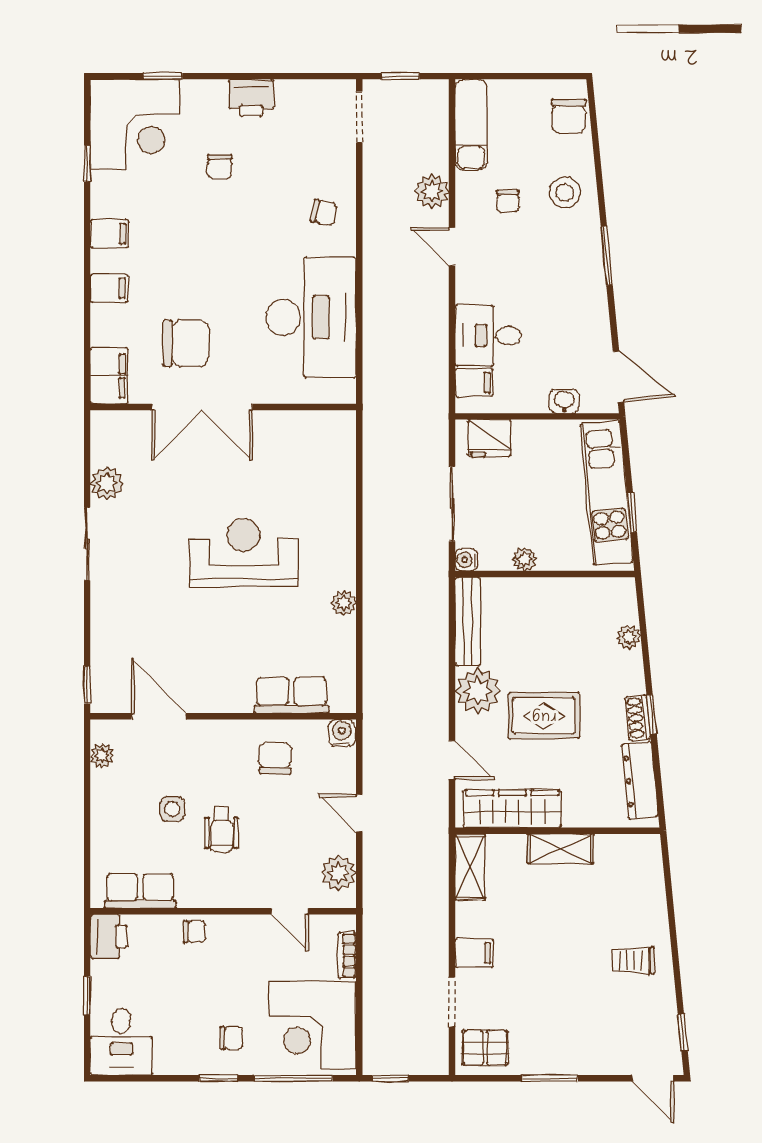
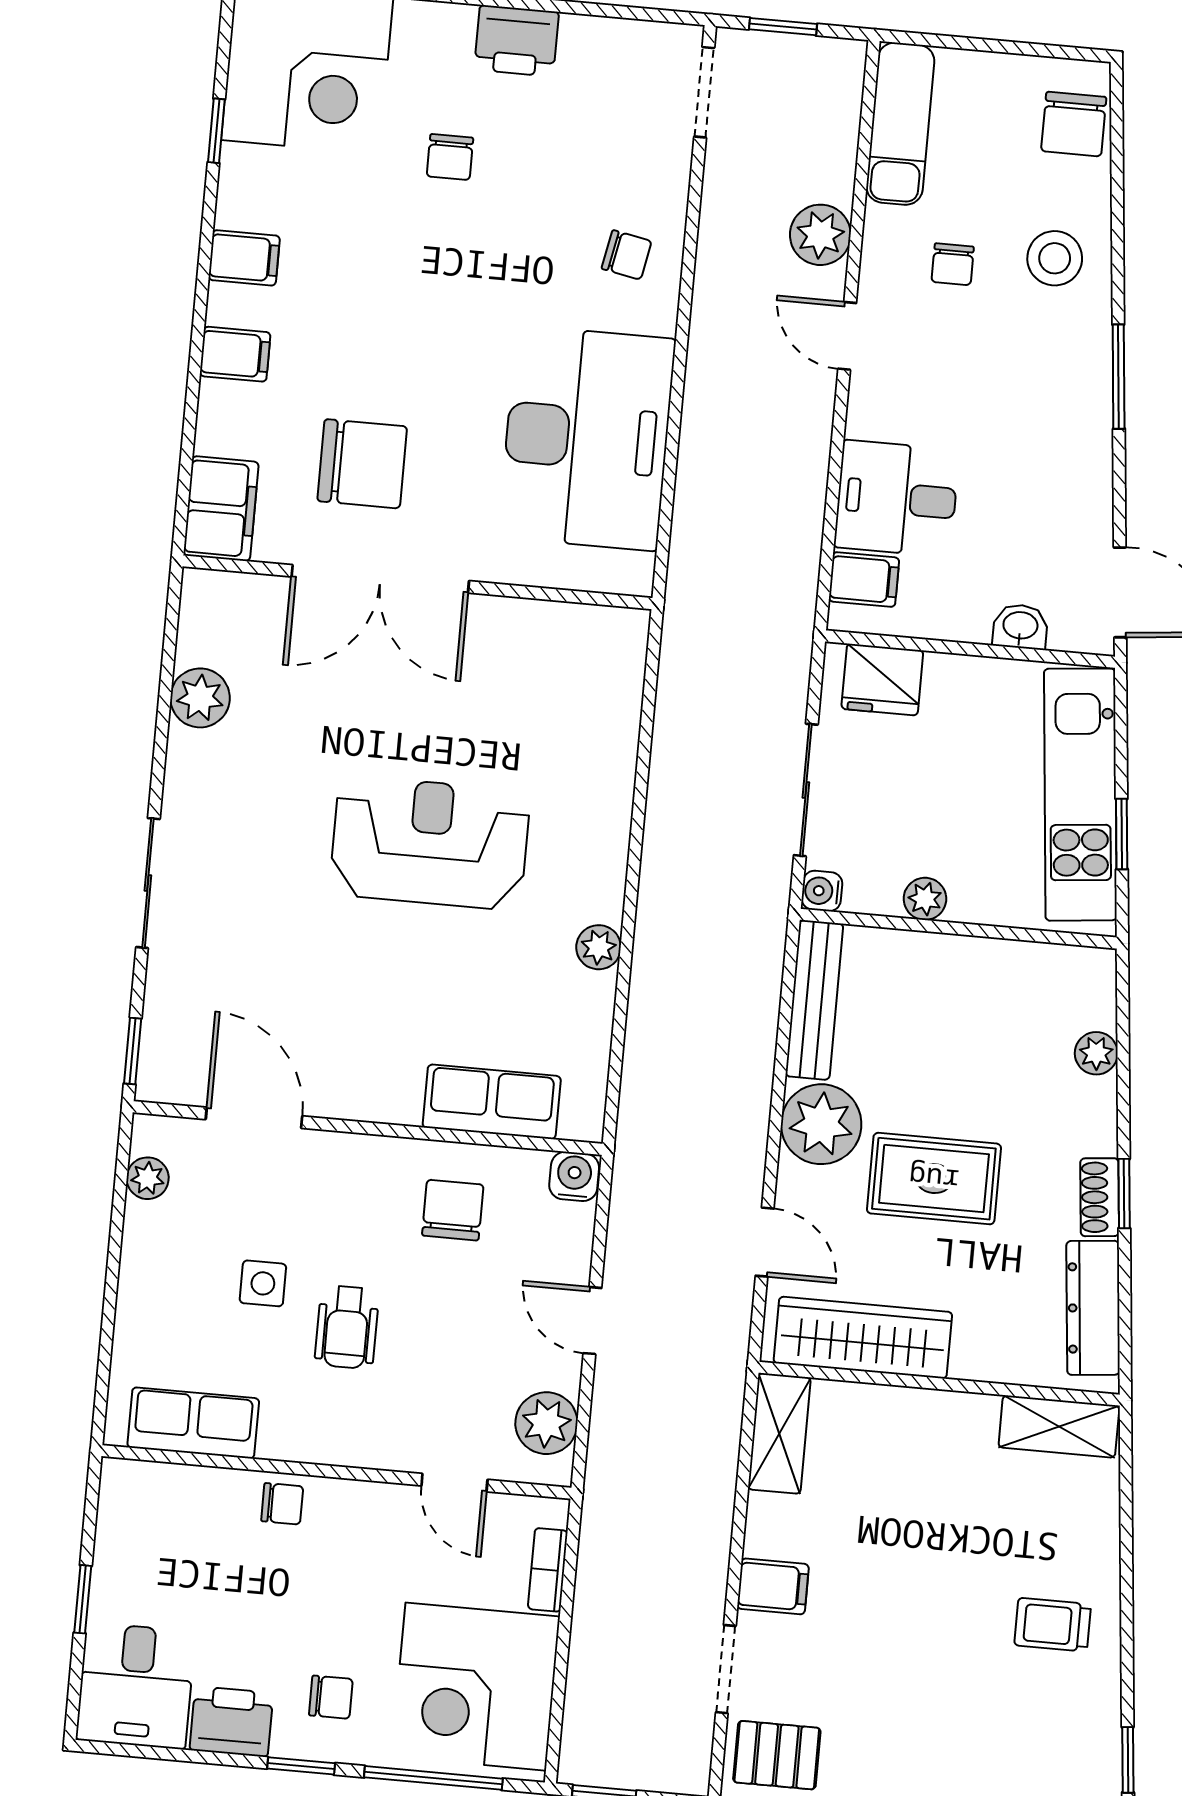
sliding door: (87, 544) -> (148, 883), moved
shelving: (561, 849) -> (1059, 1426), moved
printer: (109, 936) -> (231, 1722), moved, turned -90

